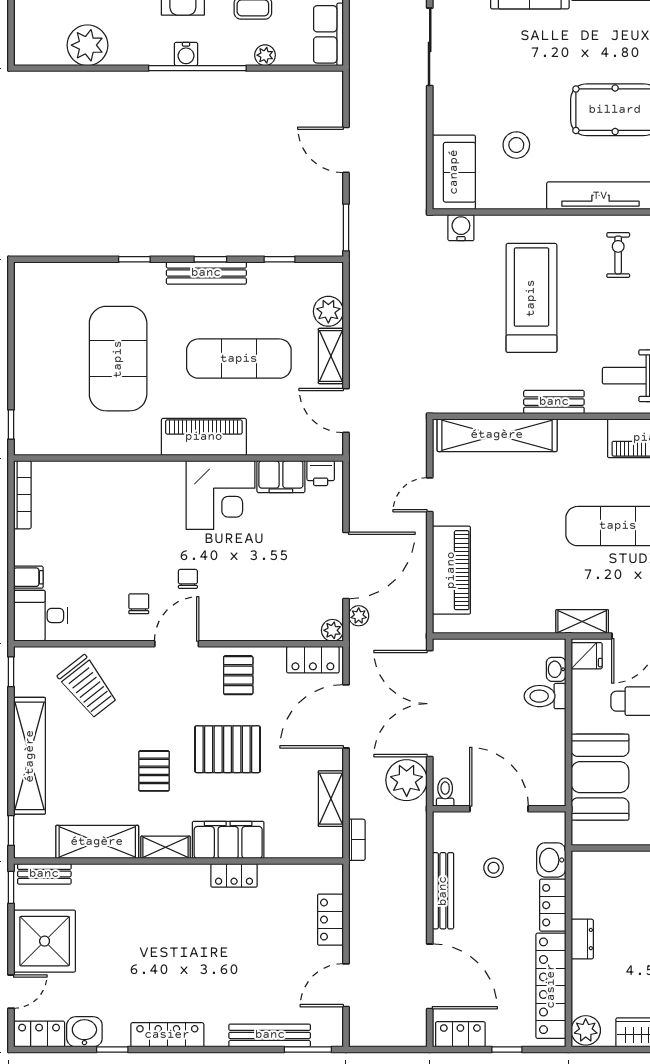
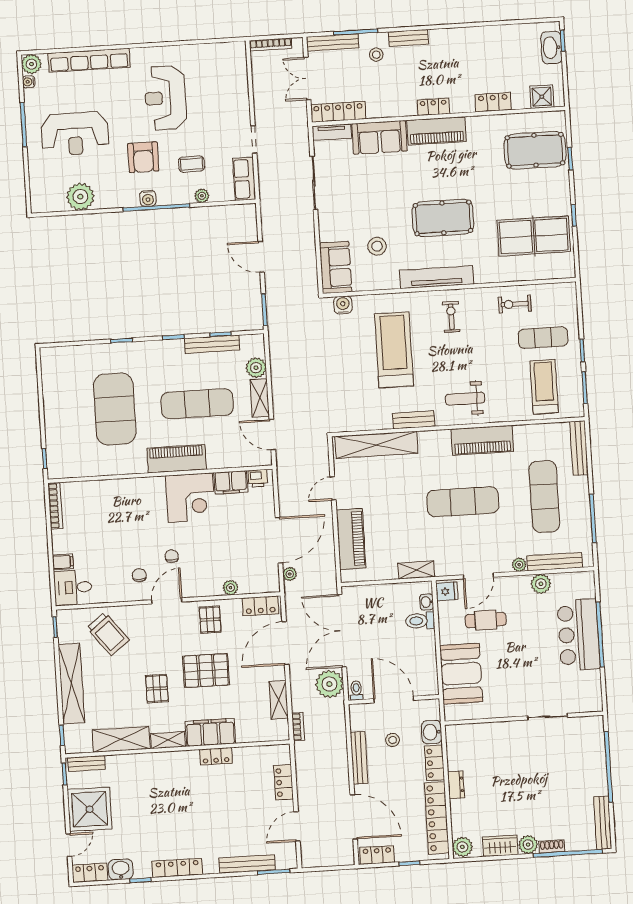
bench: (206, 273) -> (212, 344), moved
shelving: (582, 622) -> (416, 570), moved
plant: (332, 630) -> (230, 588), moved

